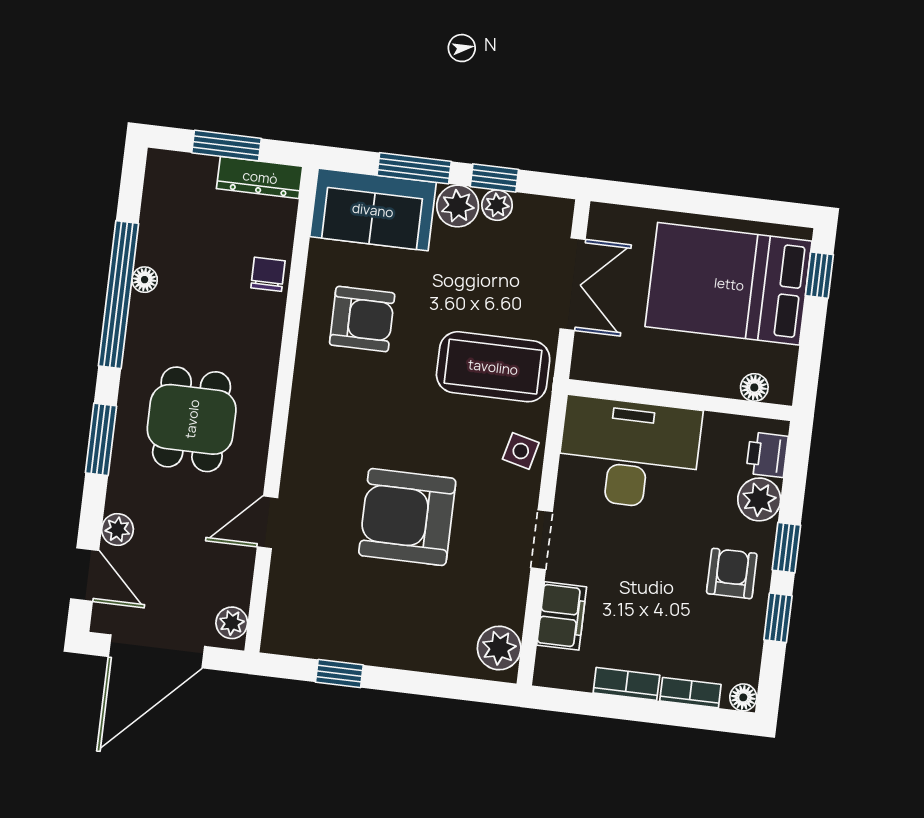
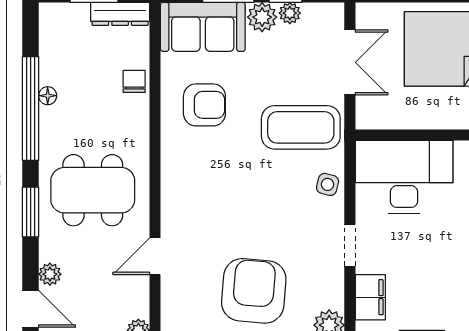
dining table: (192, 419) -> (93, 190), width x1.38
armchair: (407, 517) -> (254, 291), moved, turned 95

